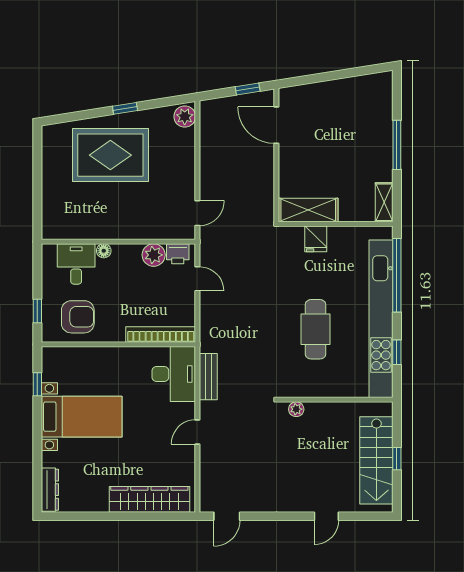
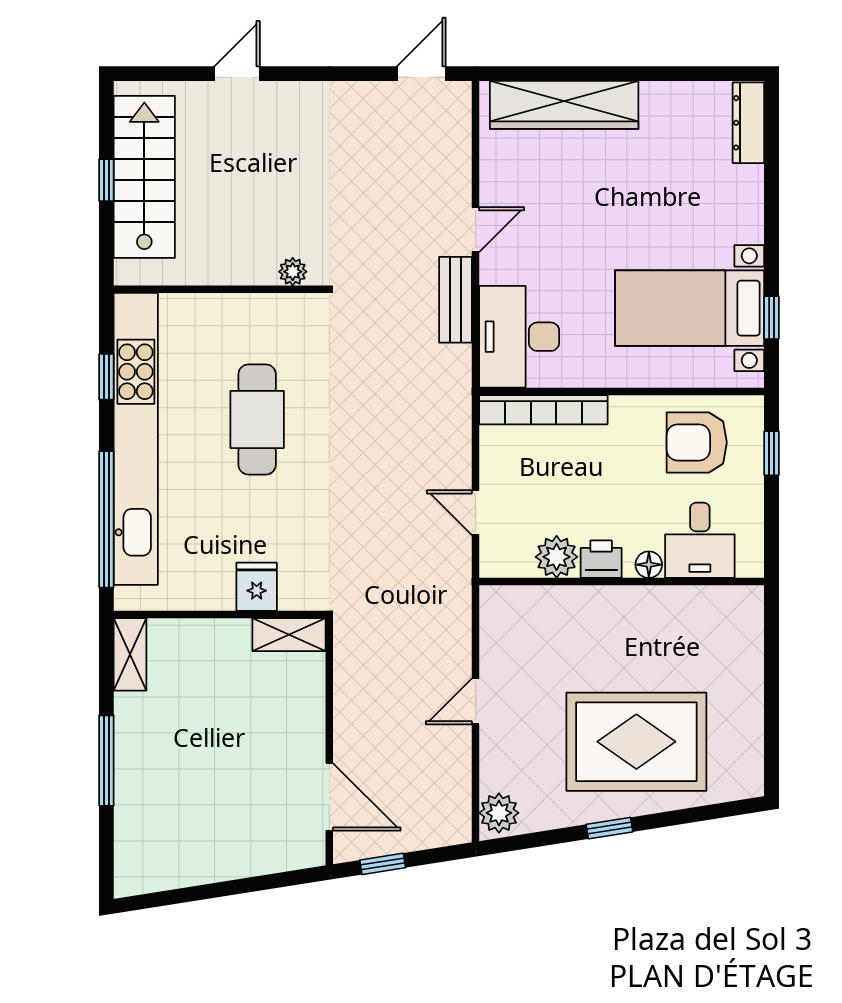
shelving: (308, 210) -> (289, 635), width x0.67, depth x0.75
door: (197, 213) -> (476, 701), moved
printer: (178, 254) -> (601, 559), moved
bench: (208, 377) -> (455, 300), moved
bed with nightstands: (82, 417) -> (690, 308), moved

